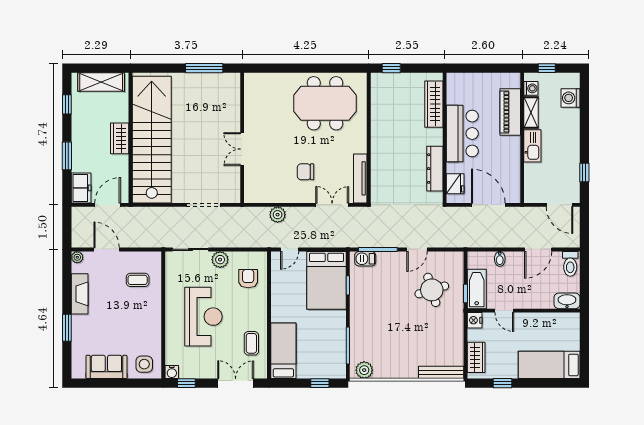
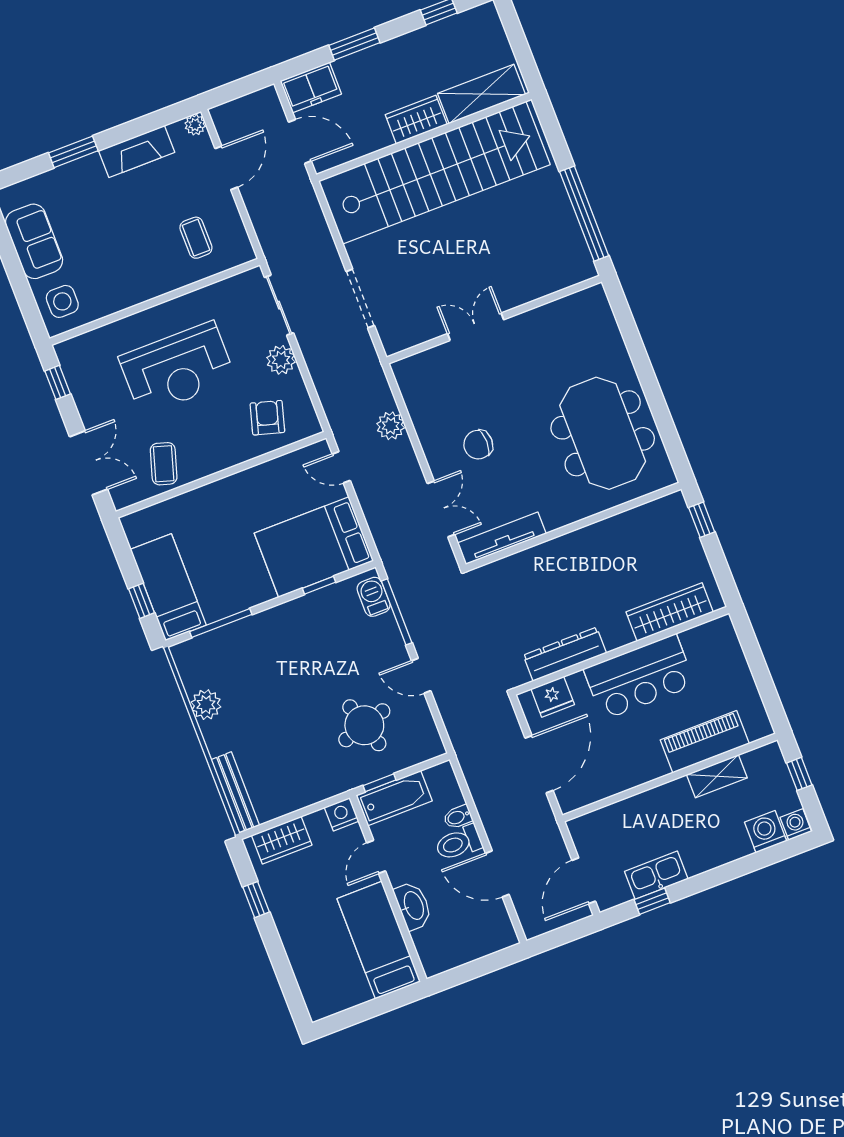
window: (204, 68) -> (584, 214), width x1.46
shelving: (101, 82) -> (482, 94), moved, turned 90
washing machine: (531, 88) -> (796, 824), moved, turned 180
kitchen sink: (532, 146) -> (656, 875), moved, turned 180
chair: (306, 172) -> (478, 445), turned -90
toilet: (570, 264) -> (459, 843), moved
armchair: (248, 279) -> (267, 418), turned -74
washbasin: (567, 301) -> (413, 906), moved
coffee table: (251, 343) -> (164, 464), turned -73
bed: (283, 351) -> (168, 587), moved, turned -90
bed: (549, 365) -> (379, 940), moved
plant: (364, 370) -> (206, 705), moved
water cooler: (172, 372) -> (67, 352), removed

